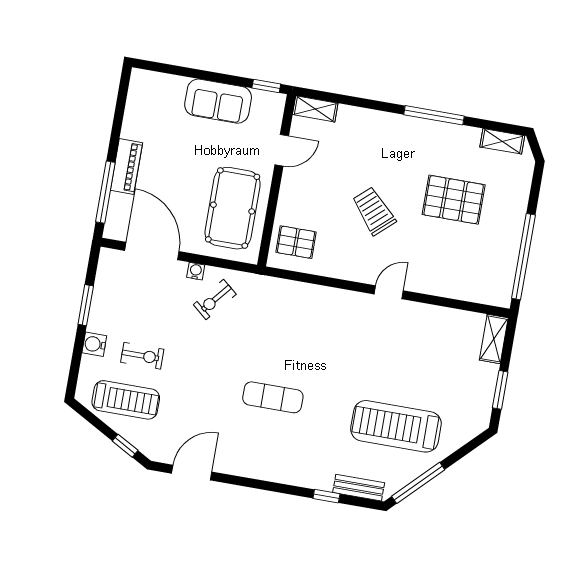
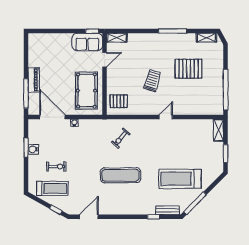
sofa: (218, 101) -> (87, 42), moved
trolley: (374, 211) -> (152, 80), turned 59
exercise bike: (215, 299) -> (121, 138), moved
water cooler: (94, 344) -> (33, 149), moved
exercise mat: (273, 397) -> (120, 175), width x1.36, depth x1.45

